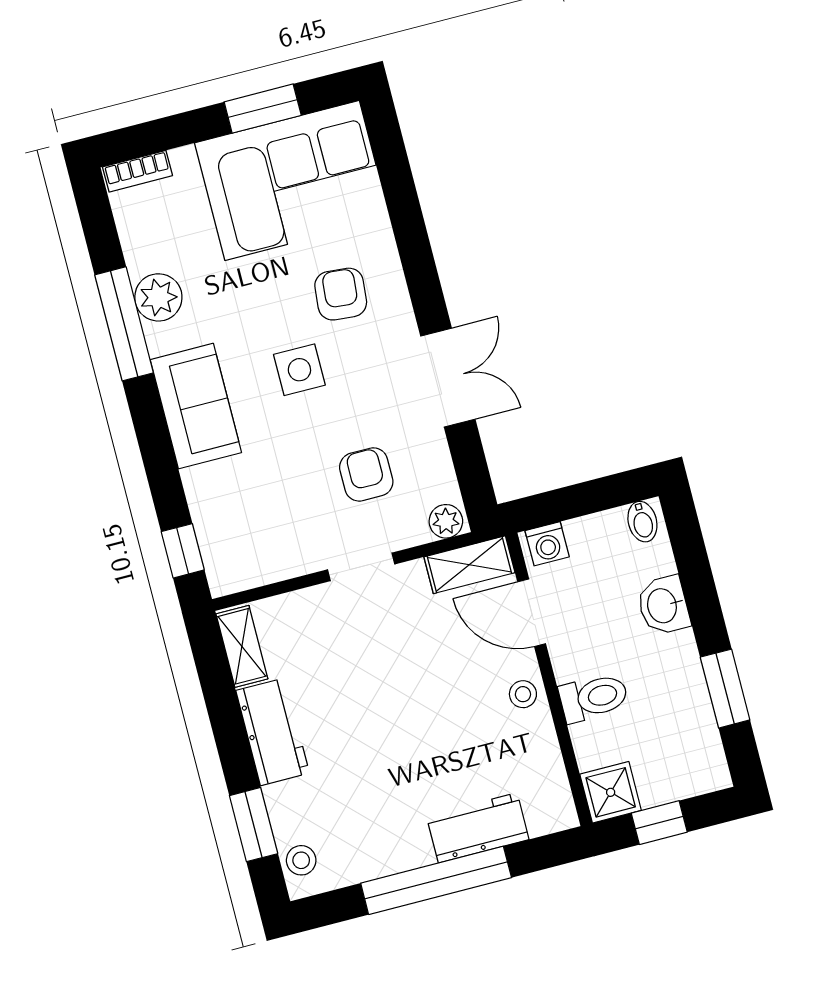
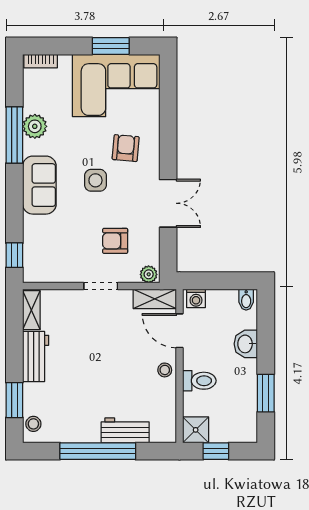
armchair: (366, 474) -> (115, 241), turned -90

